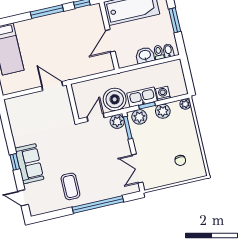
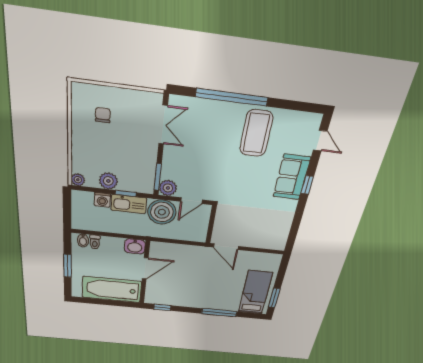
window: (47, 12) -> (219, 313), moved
washbasin: (145, 55) -> (135, 246), moved
plant: (139, 117) -> (139, 184), removed
coffee table: (70, 186) -> (256, 133), width x1.36, depth x1.32

